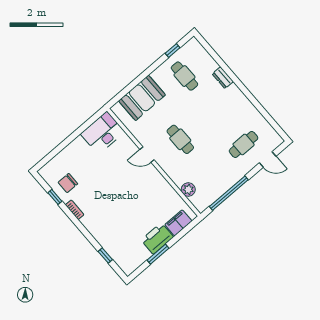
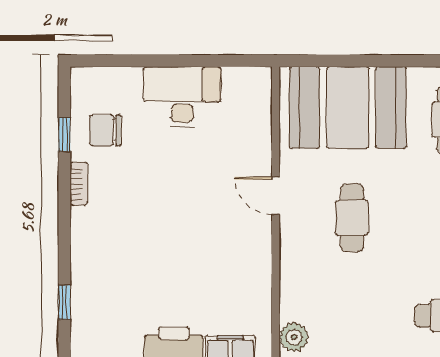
booth: (142, 98) -> (348, 108), width x1.36, depth x1.42
desk: (103, 133) -> (182, 97), moved
plant: (188, 190) -> (294, 337), moved

